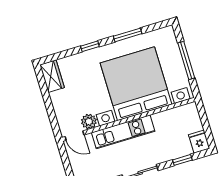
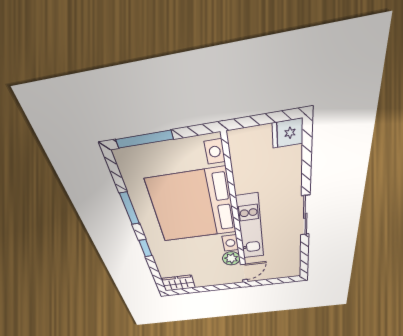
window: (186, 60) -> (144, 139), moved
window: (182, 160) -> (307, 162), removed

